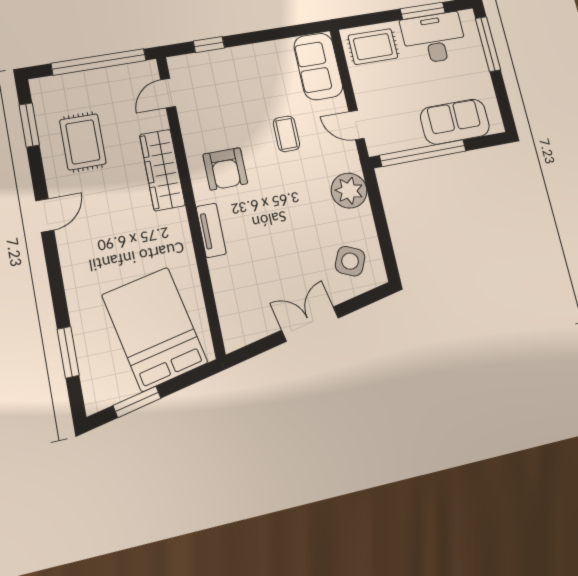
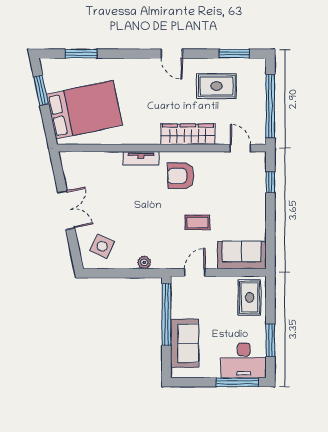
desk: (434, 38) -> (244, 360), moved, turned 90
plant: (349, 191) -> (144, 262), width x0.53, depth x0.53

